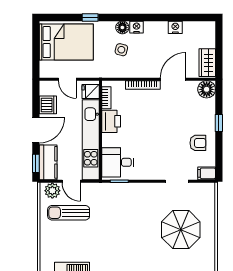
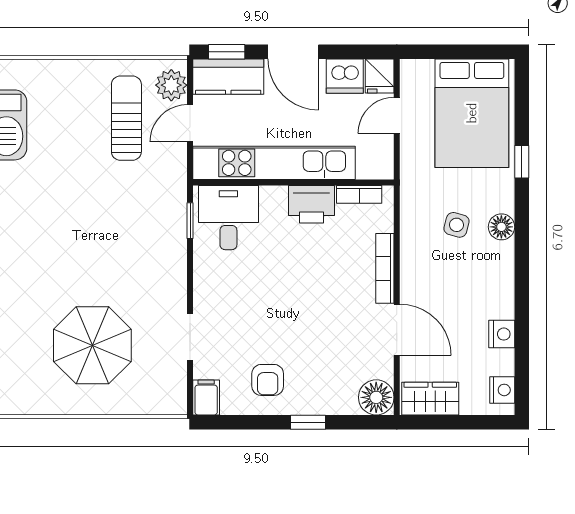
nightstand: (137, 27) -> (502, 390), moved
fridge: (91, 92) -> (380, 76), moved, turned 180

